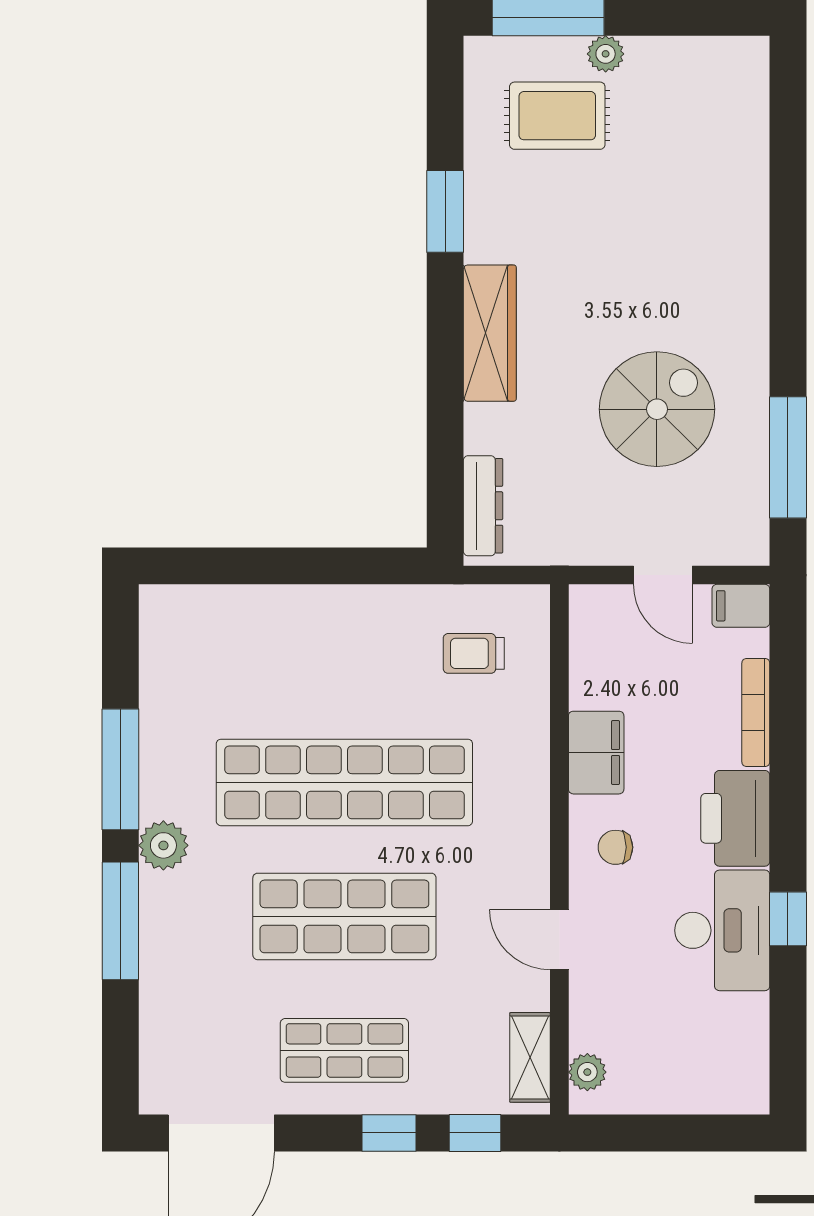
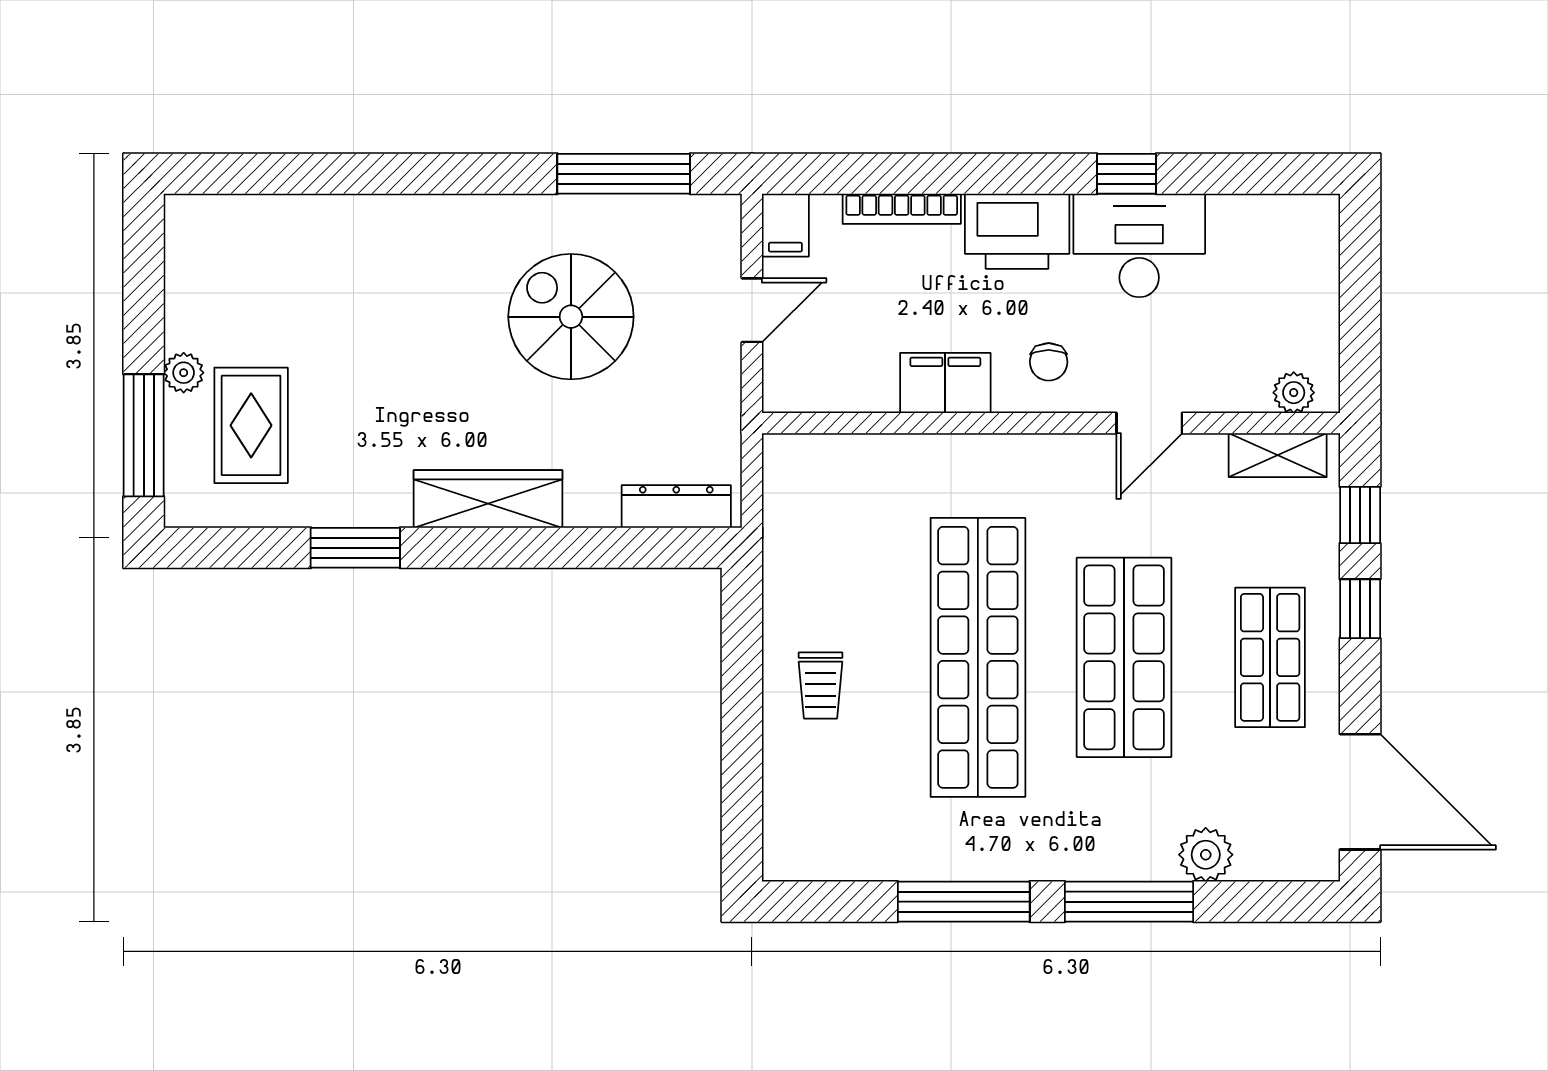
trolley: (474, 653) -> (821, 686), moved
plant: (163, 845) -> (1206, 855), moved

